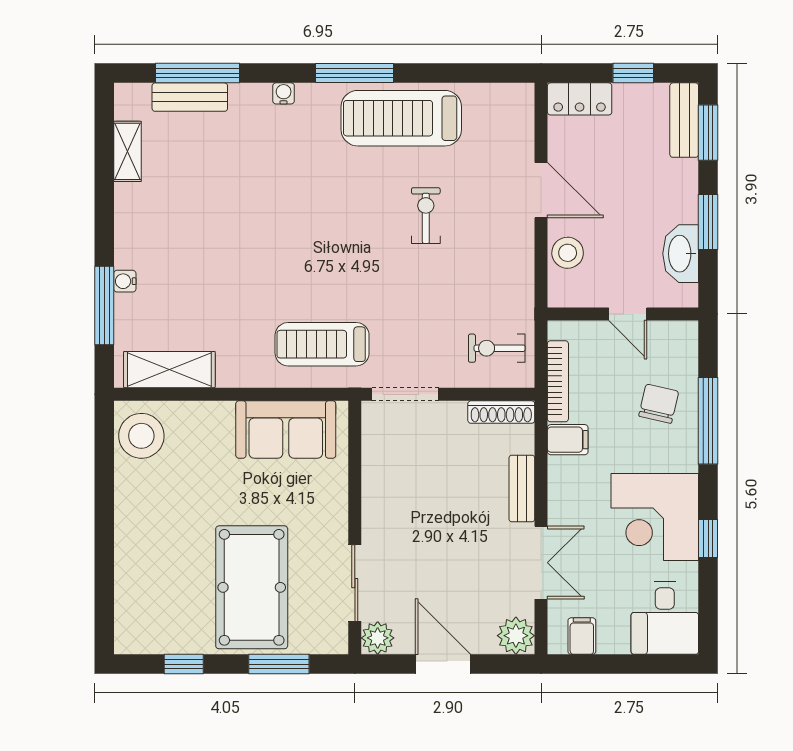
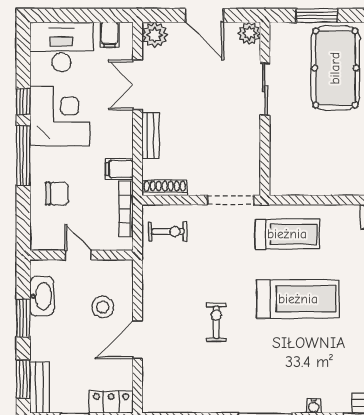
treadmill: (401, 118) -> (298, 299), moved
door: (541, 190) -> (137, 340), hinge flipped
exercise bike: (426, 216) -> (216, 322), turned 180
stool: (568, 253) -> (103, 307), moved
chair: (659, 404) -> (57, 194), turned -103
window: (708, 421) -> (23, 155), moved
sofa: (286, 430) -> (312, 176), removed
sliding door: (355, 583) -> (265, 89), moved
desk: (665, 618) -> (61, 47), width x1.37

